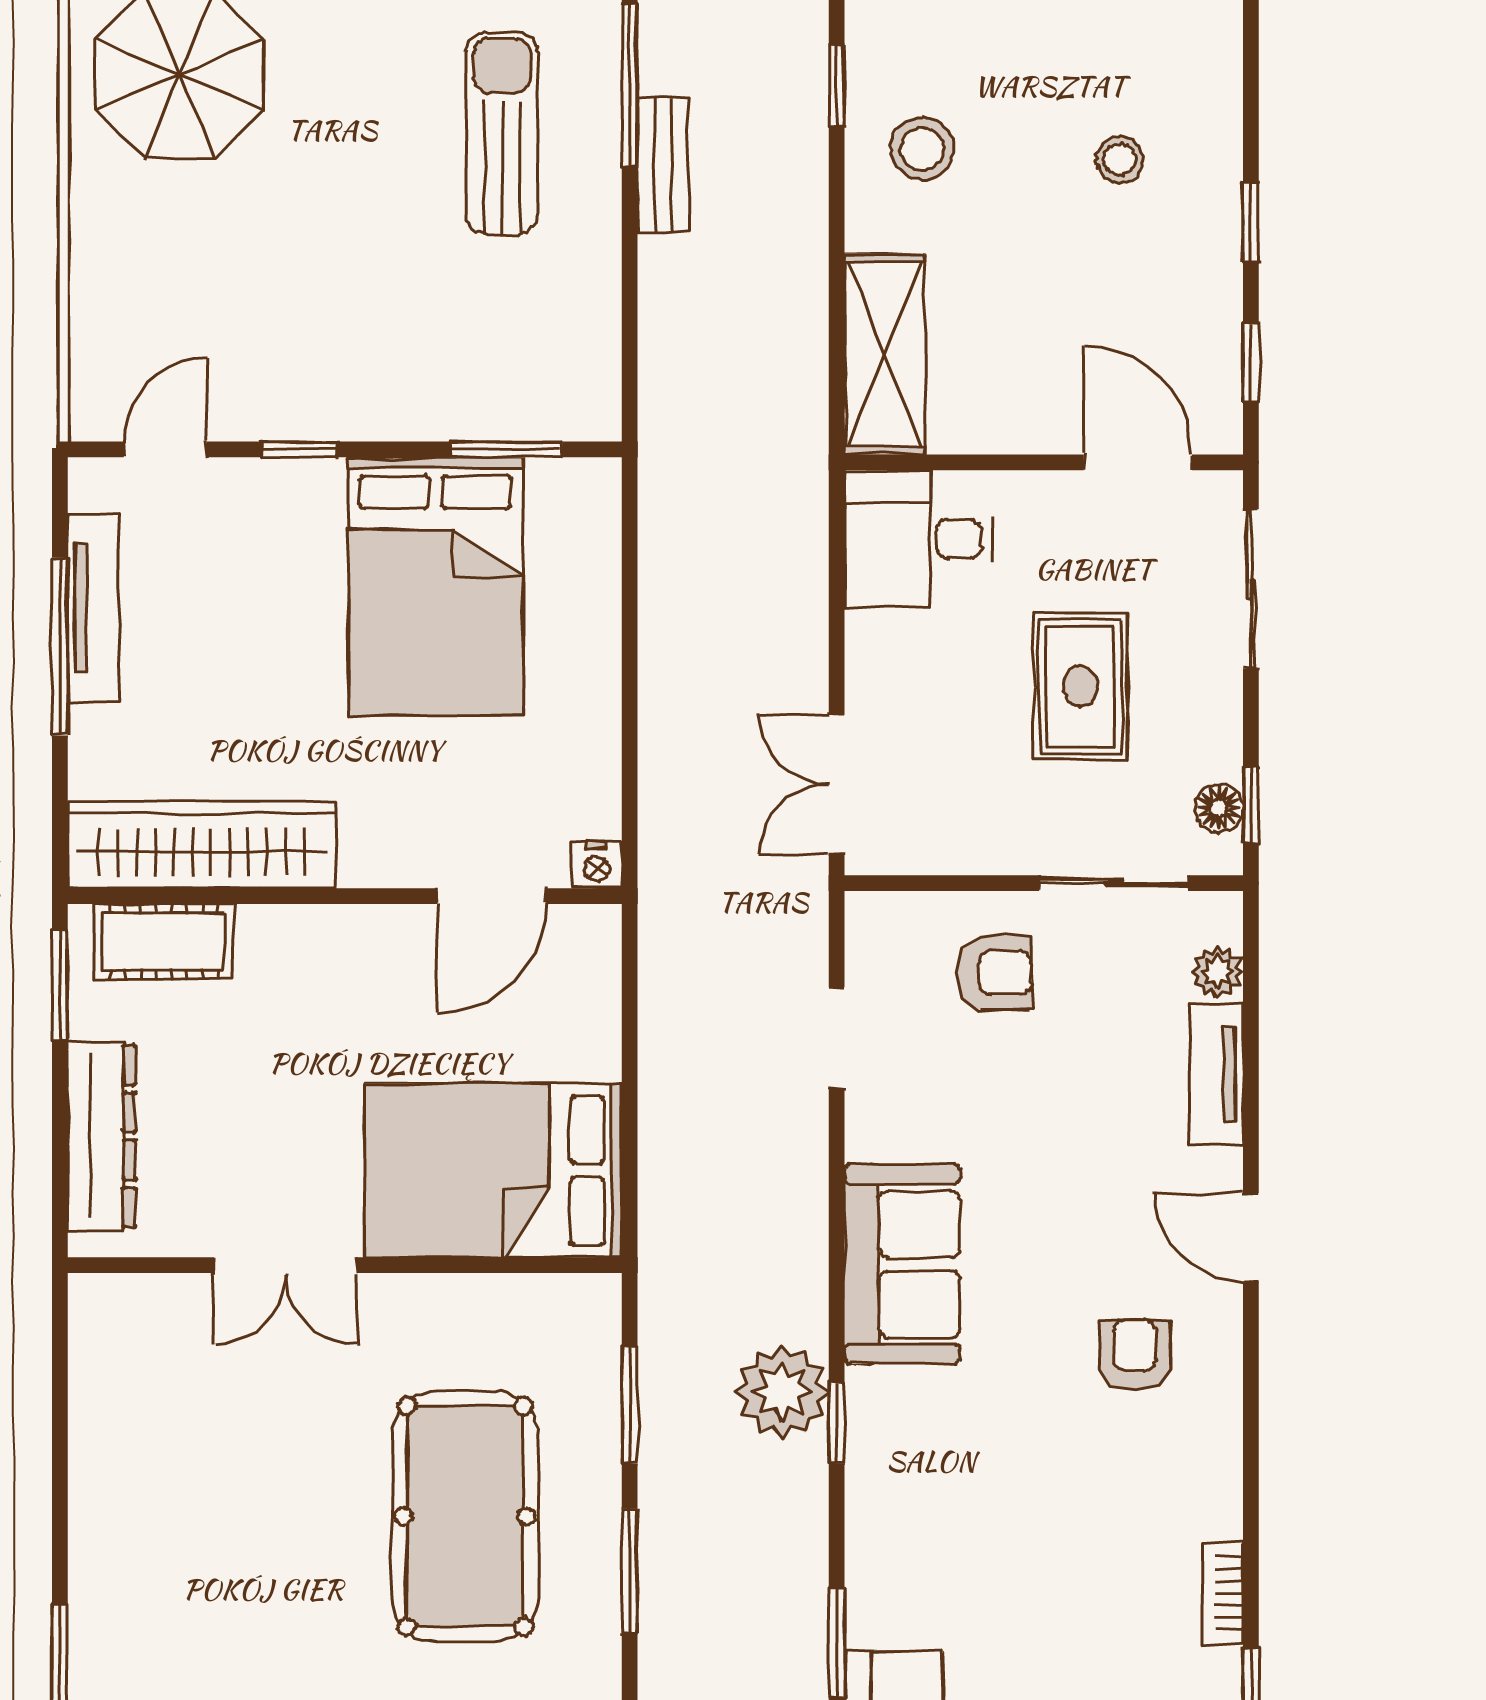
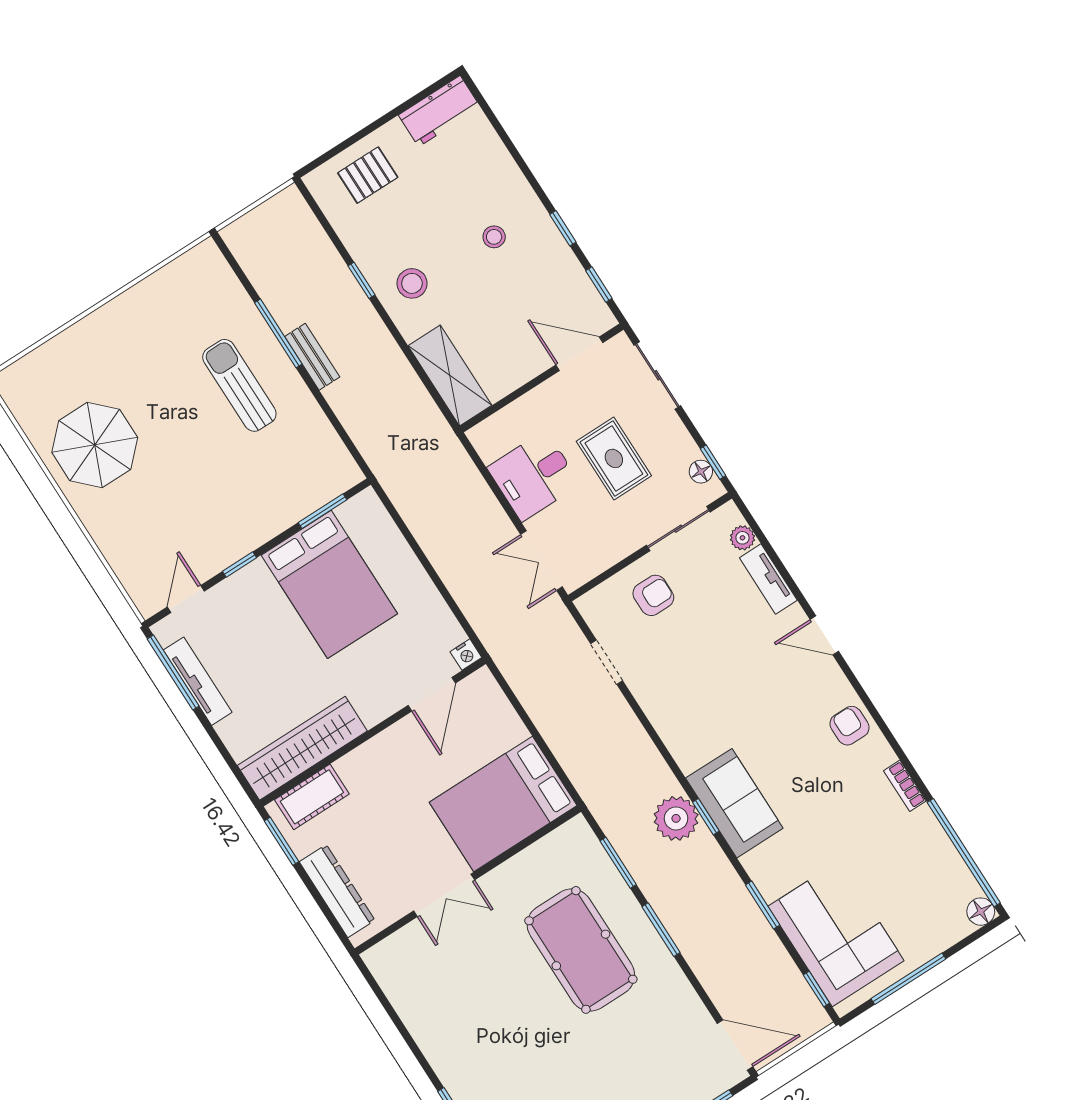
desk: (919, 539) -> (534, 476), moved
window: (60, 647) -> (173, 672), moved
sofa: (902, 1264) -> (734, 803), moved
armchair: (1135, 1355) -> (849, 726), moved

